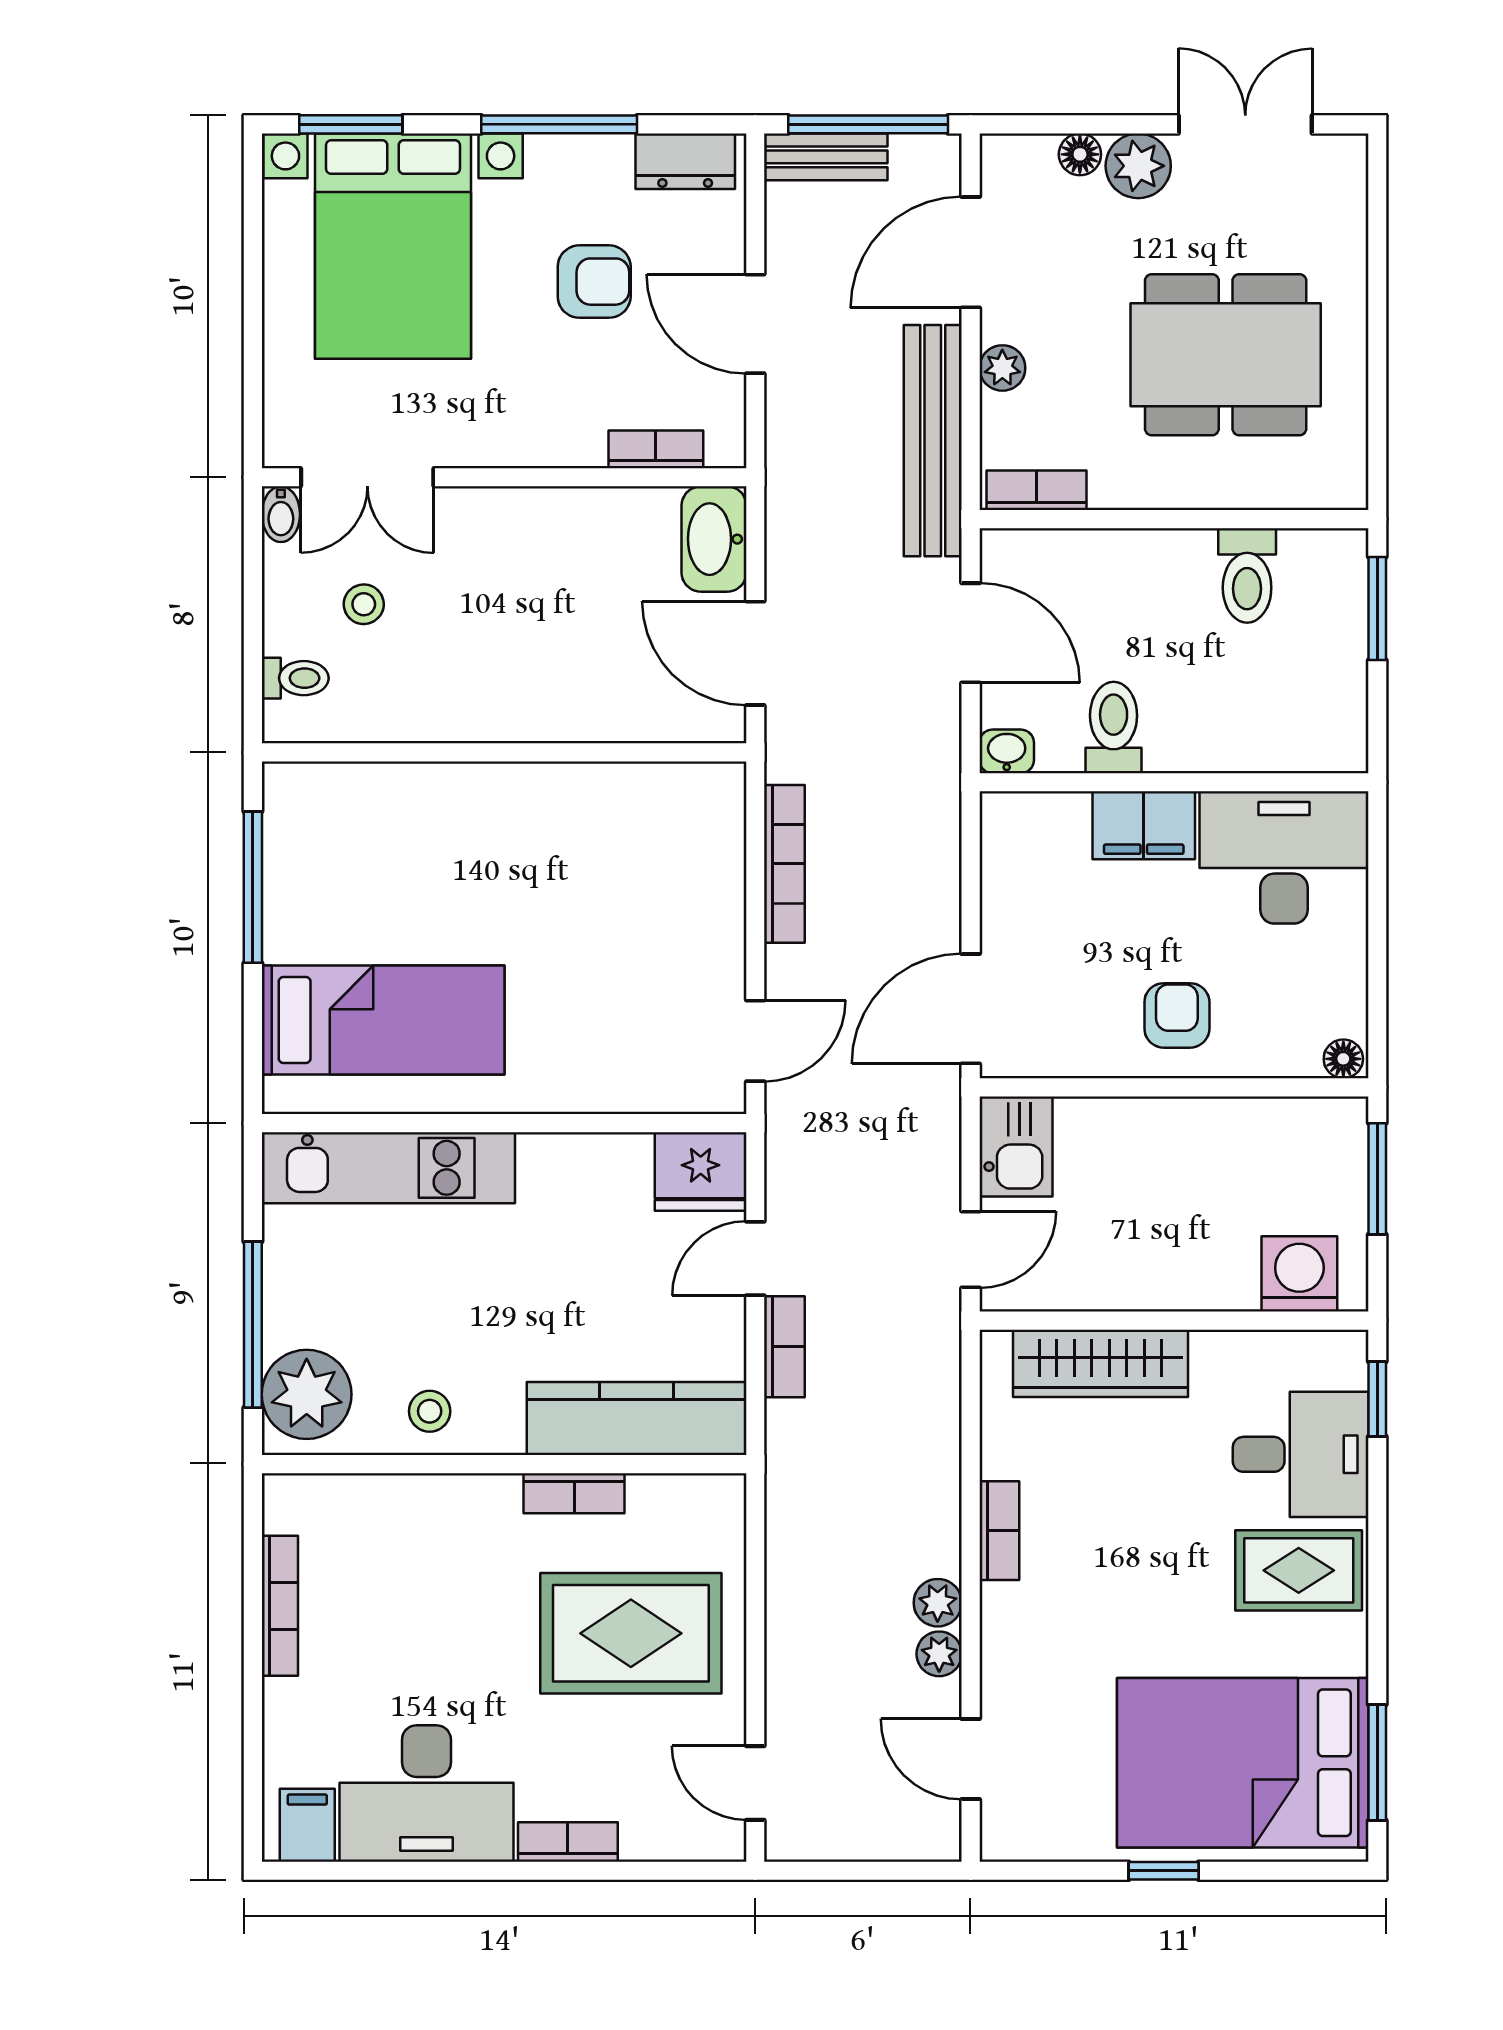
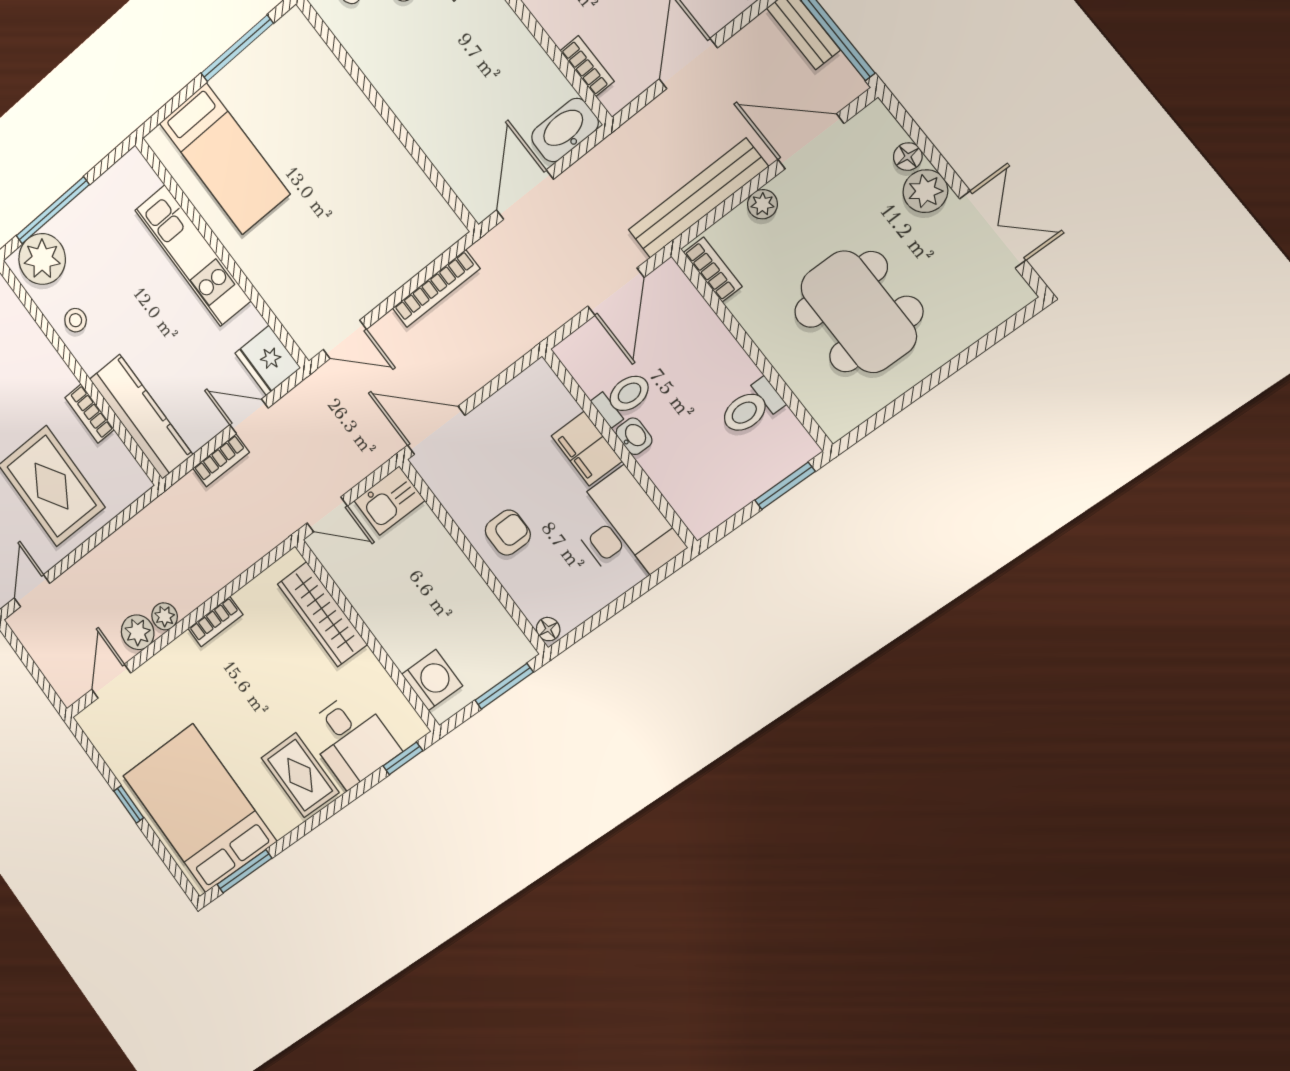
washbasin: (1007, 751) -> (634, 436), moved
kitchen unit: (388, 1168) -> (193, 255), moved
plant: (939, 1654) -> (138, 632), width x1.38, depth x1.38

